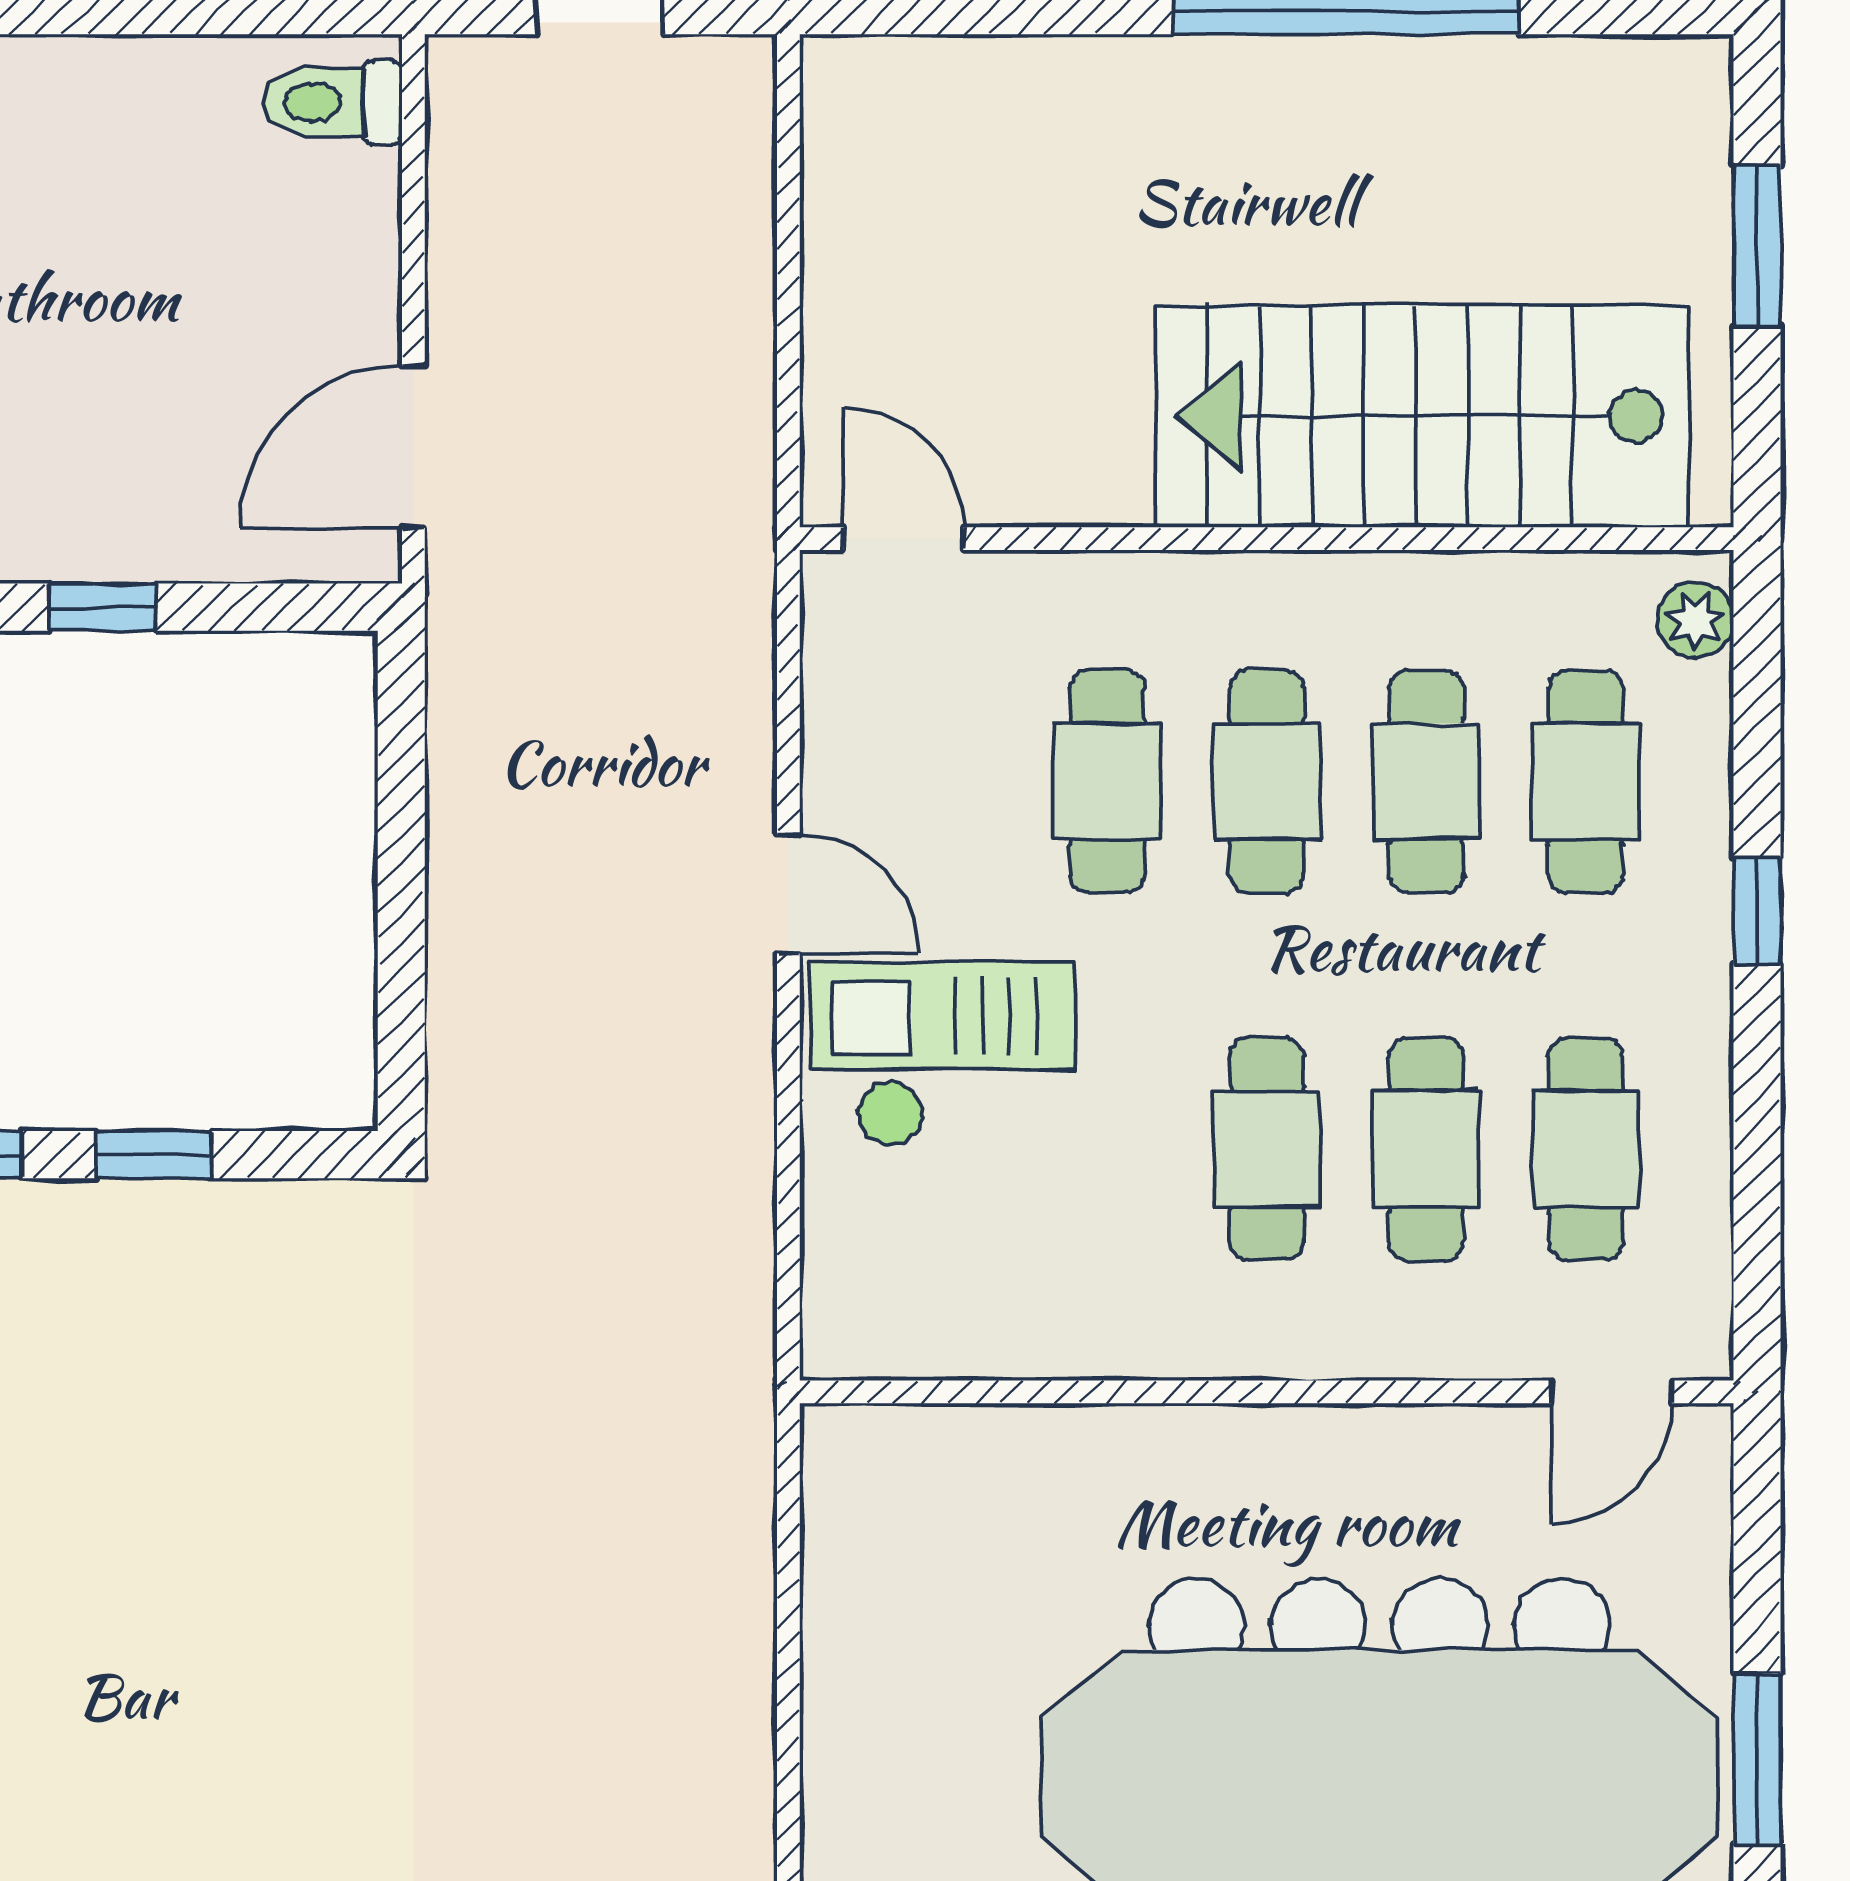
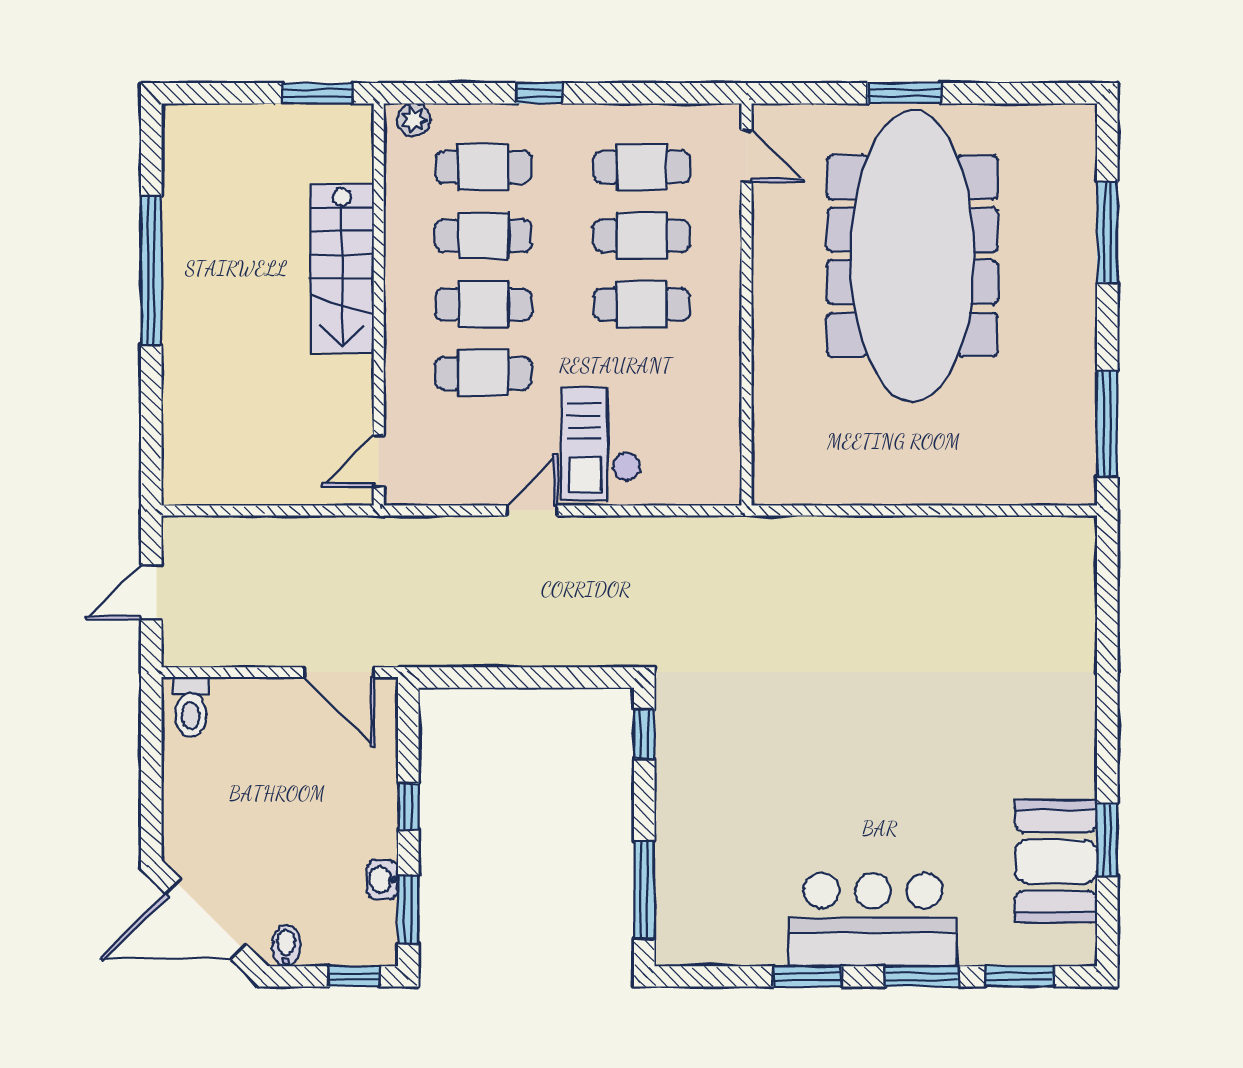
window: (1757, 245) -> (317, 93), moved
stairs: (1422, 416) -> (342, 268), width x0.73, depth x0.66
window: (153, 1155) -> (644, 734), moved

